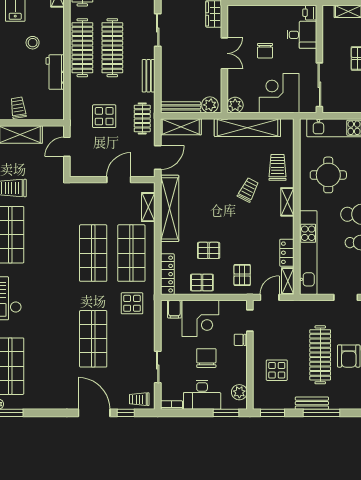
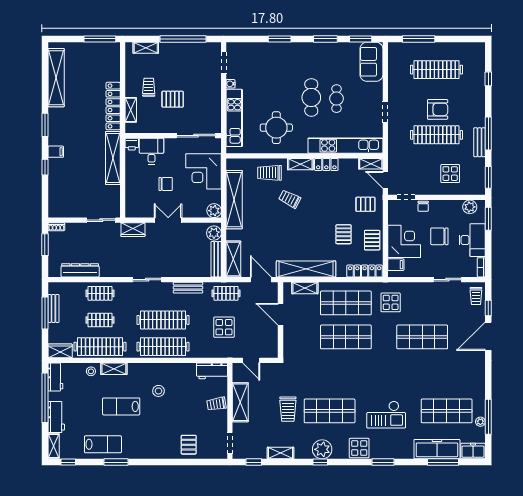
workbench: (55, 72) -> (212, 371), moved
locker: (287, 253) -> (326, 164), moved

